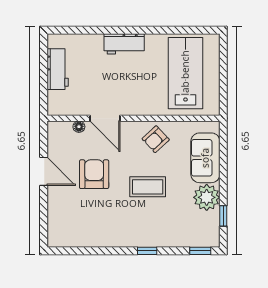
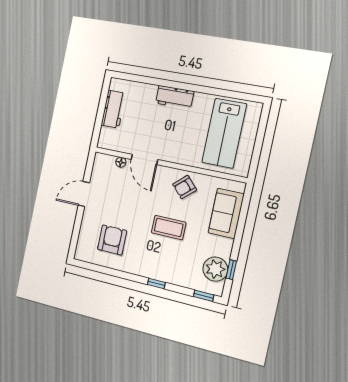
lab bench: (185, 73) -> (224, 133), turned 180
door: (44, 171) -> (84, 194), swing flipped
armchair: (94, 174) -> (112, 240), moved
plant: (207, 197) -> (215, 269), moved

